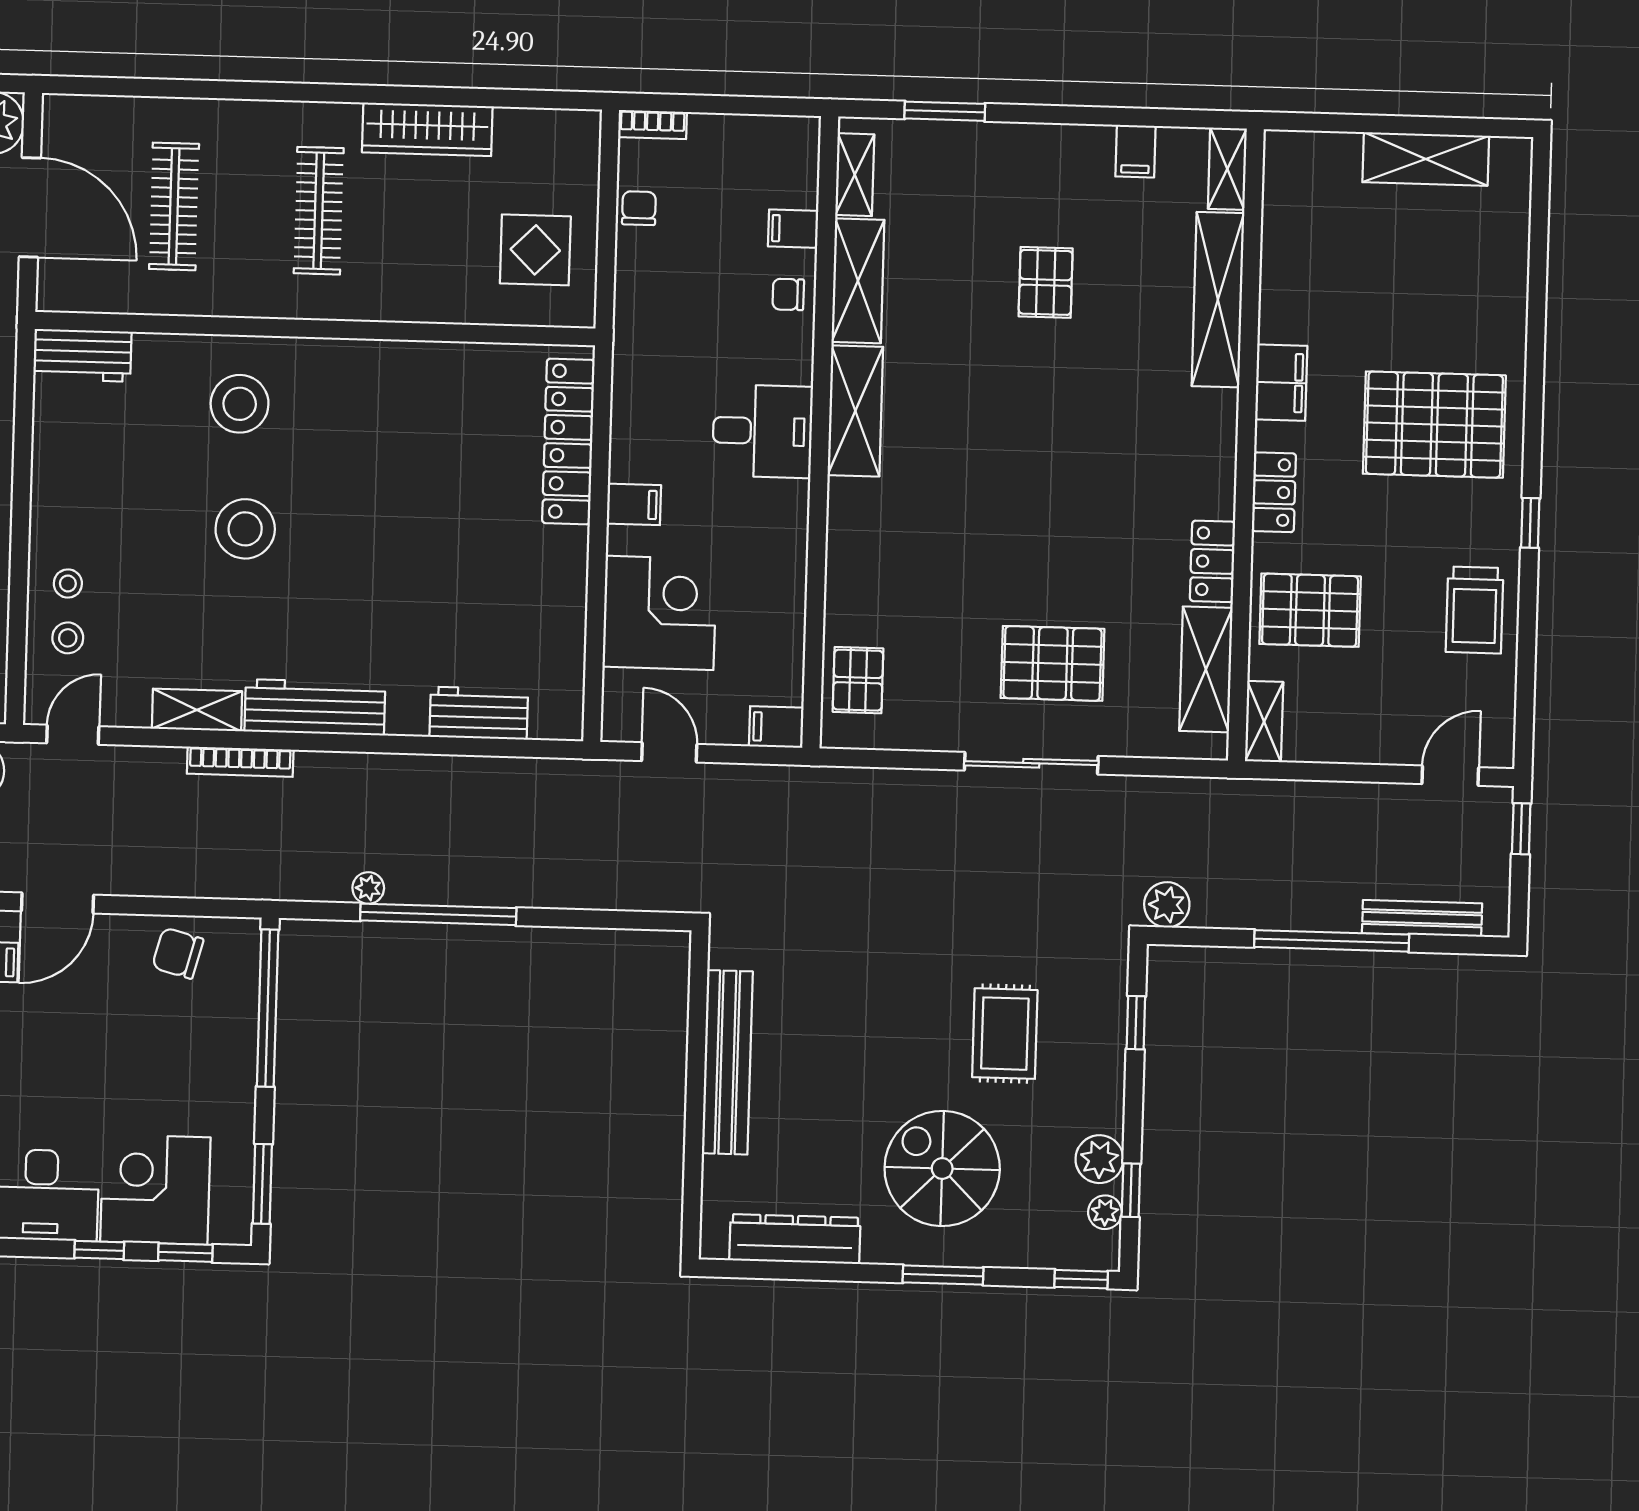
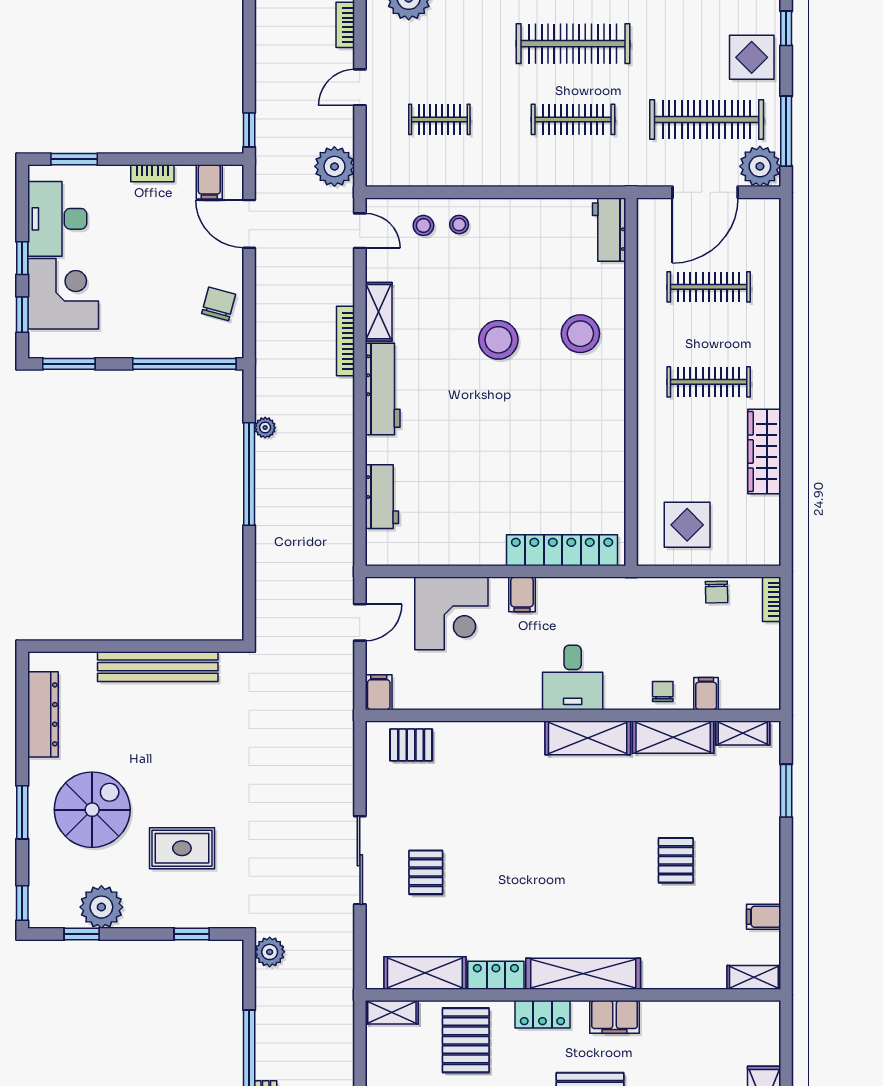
chair: (639, 208) -> (717, 592), turned 89
pallet: (1046, 282) -> (676, 860), turned 90
shelving: (1218, 300) -> (583, 974), moved
pallet: (1053, 663) -> (426, 872), width x0.67, depth x0.71
plant: (1099, 1159) -> (101, 907), width x1.36, depth x1.36
plant: (1105, 1212) -> (67, 917), removed

